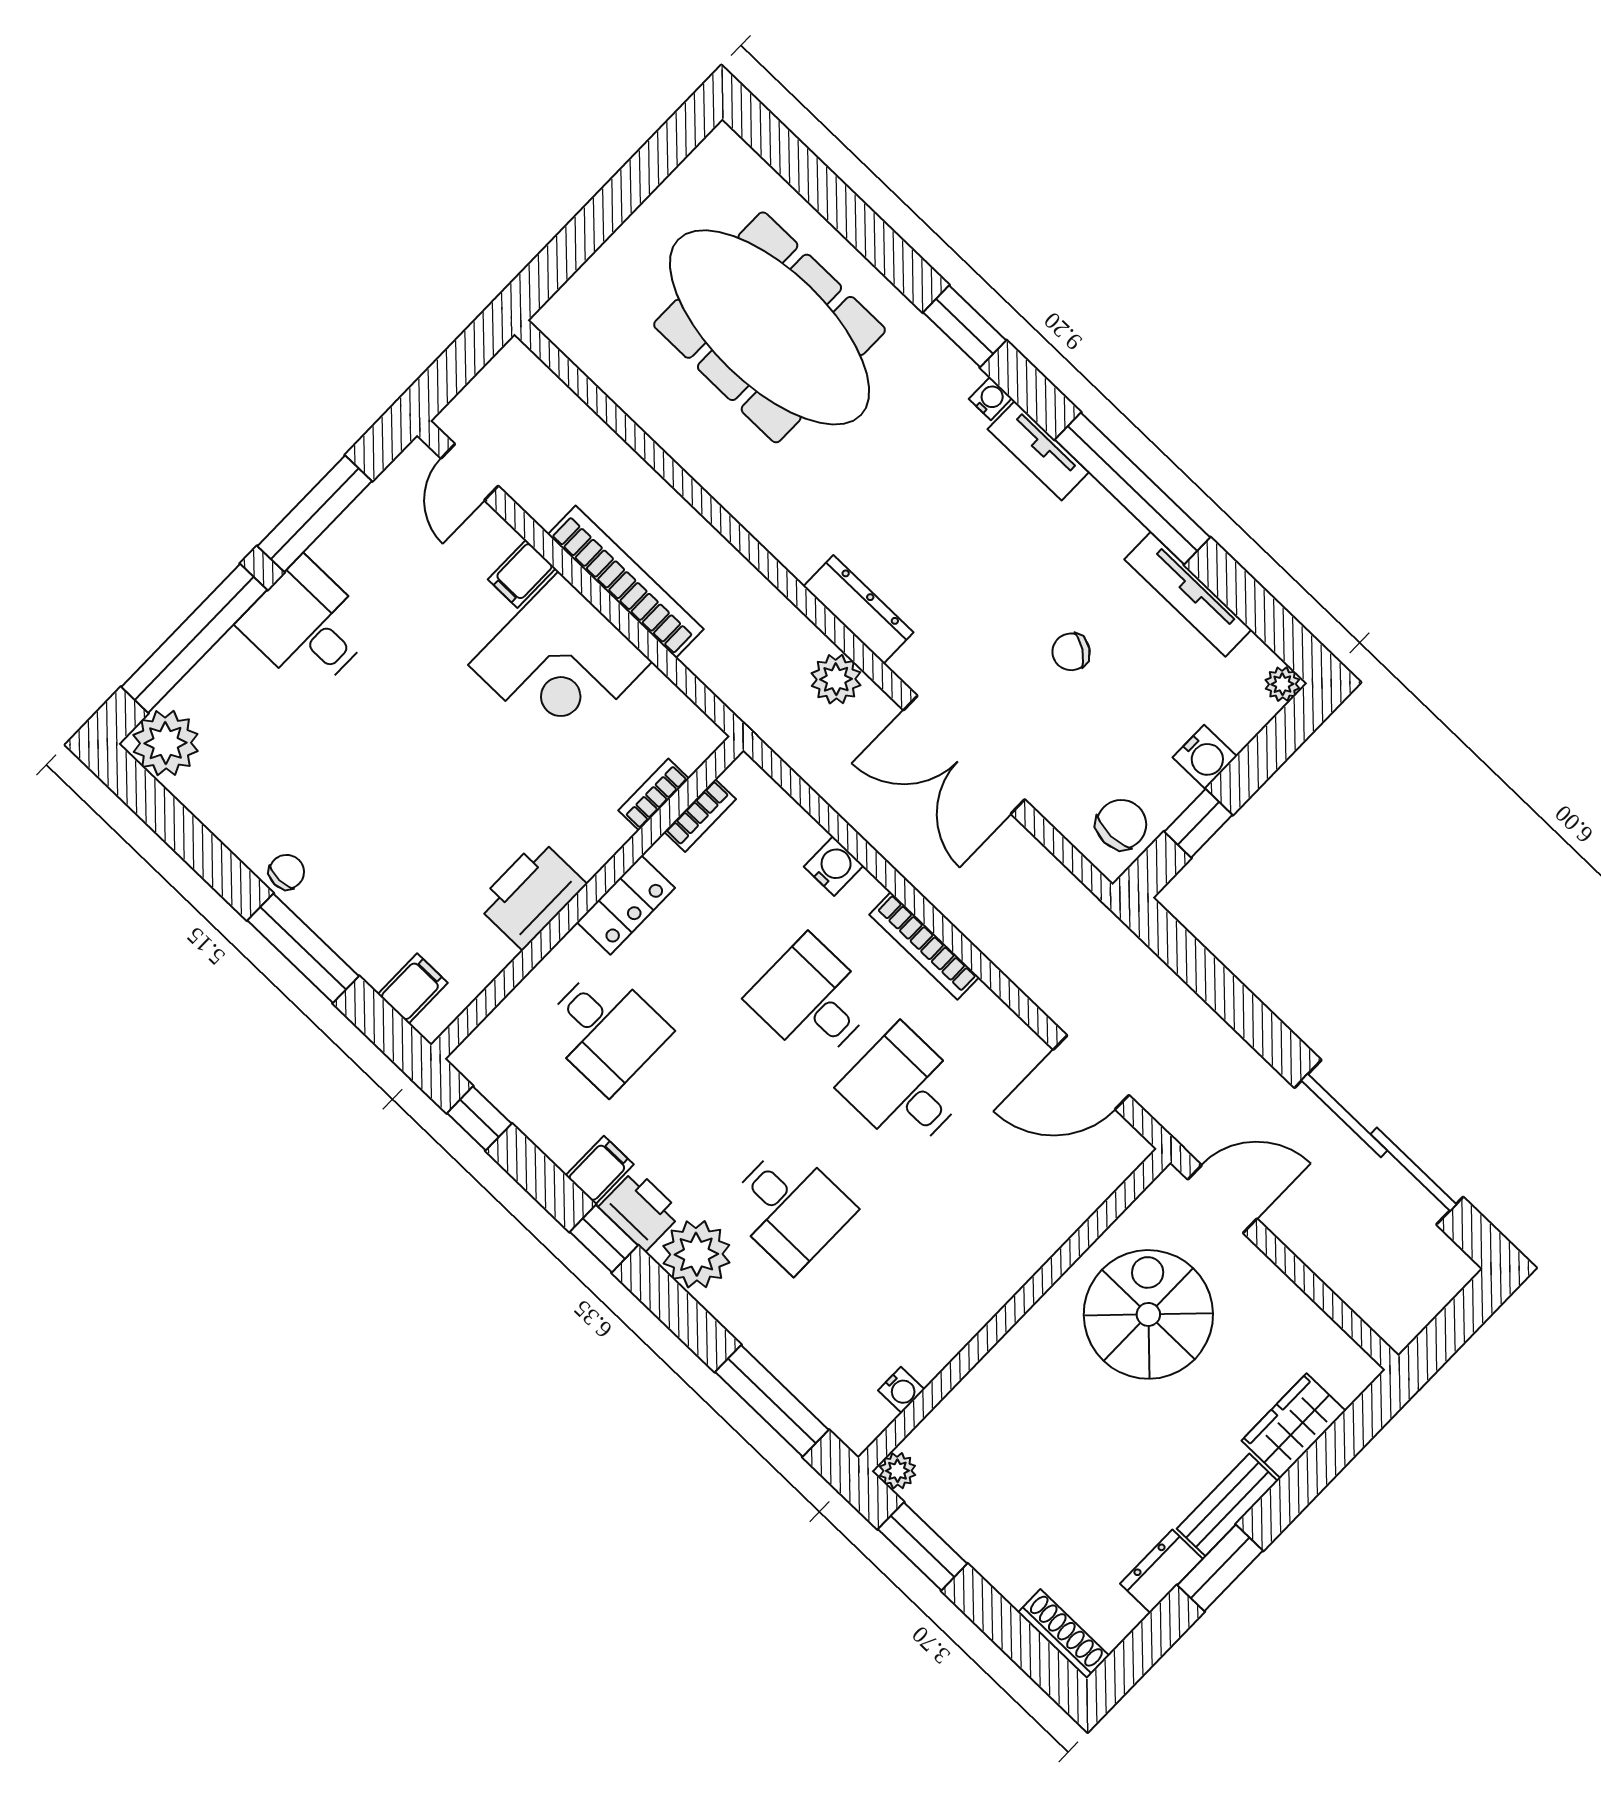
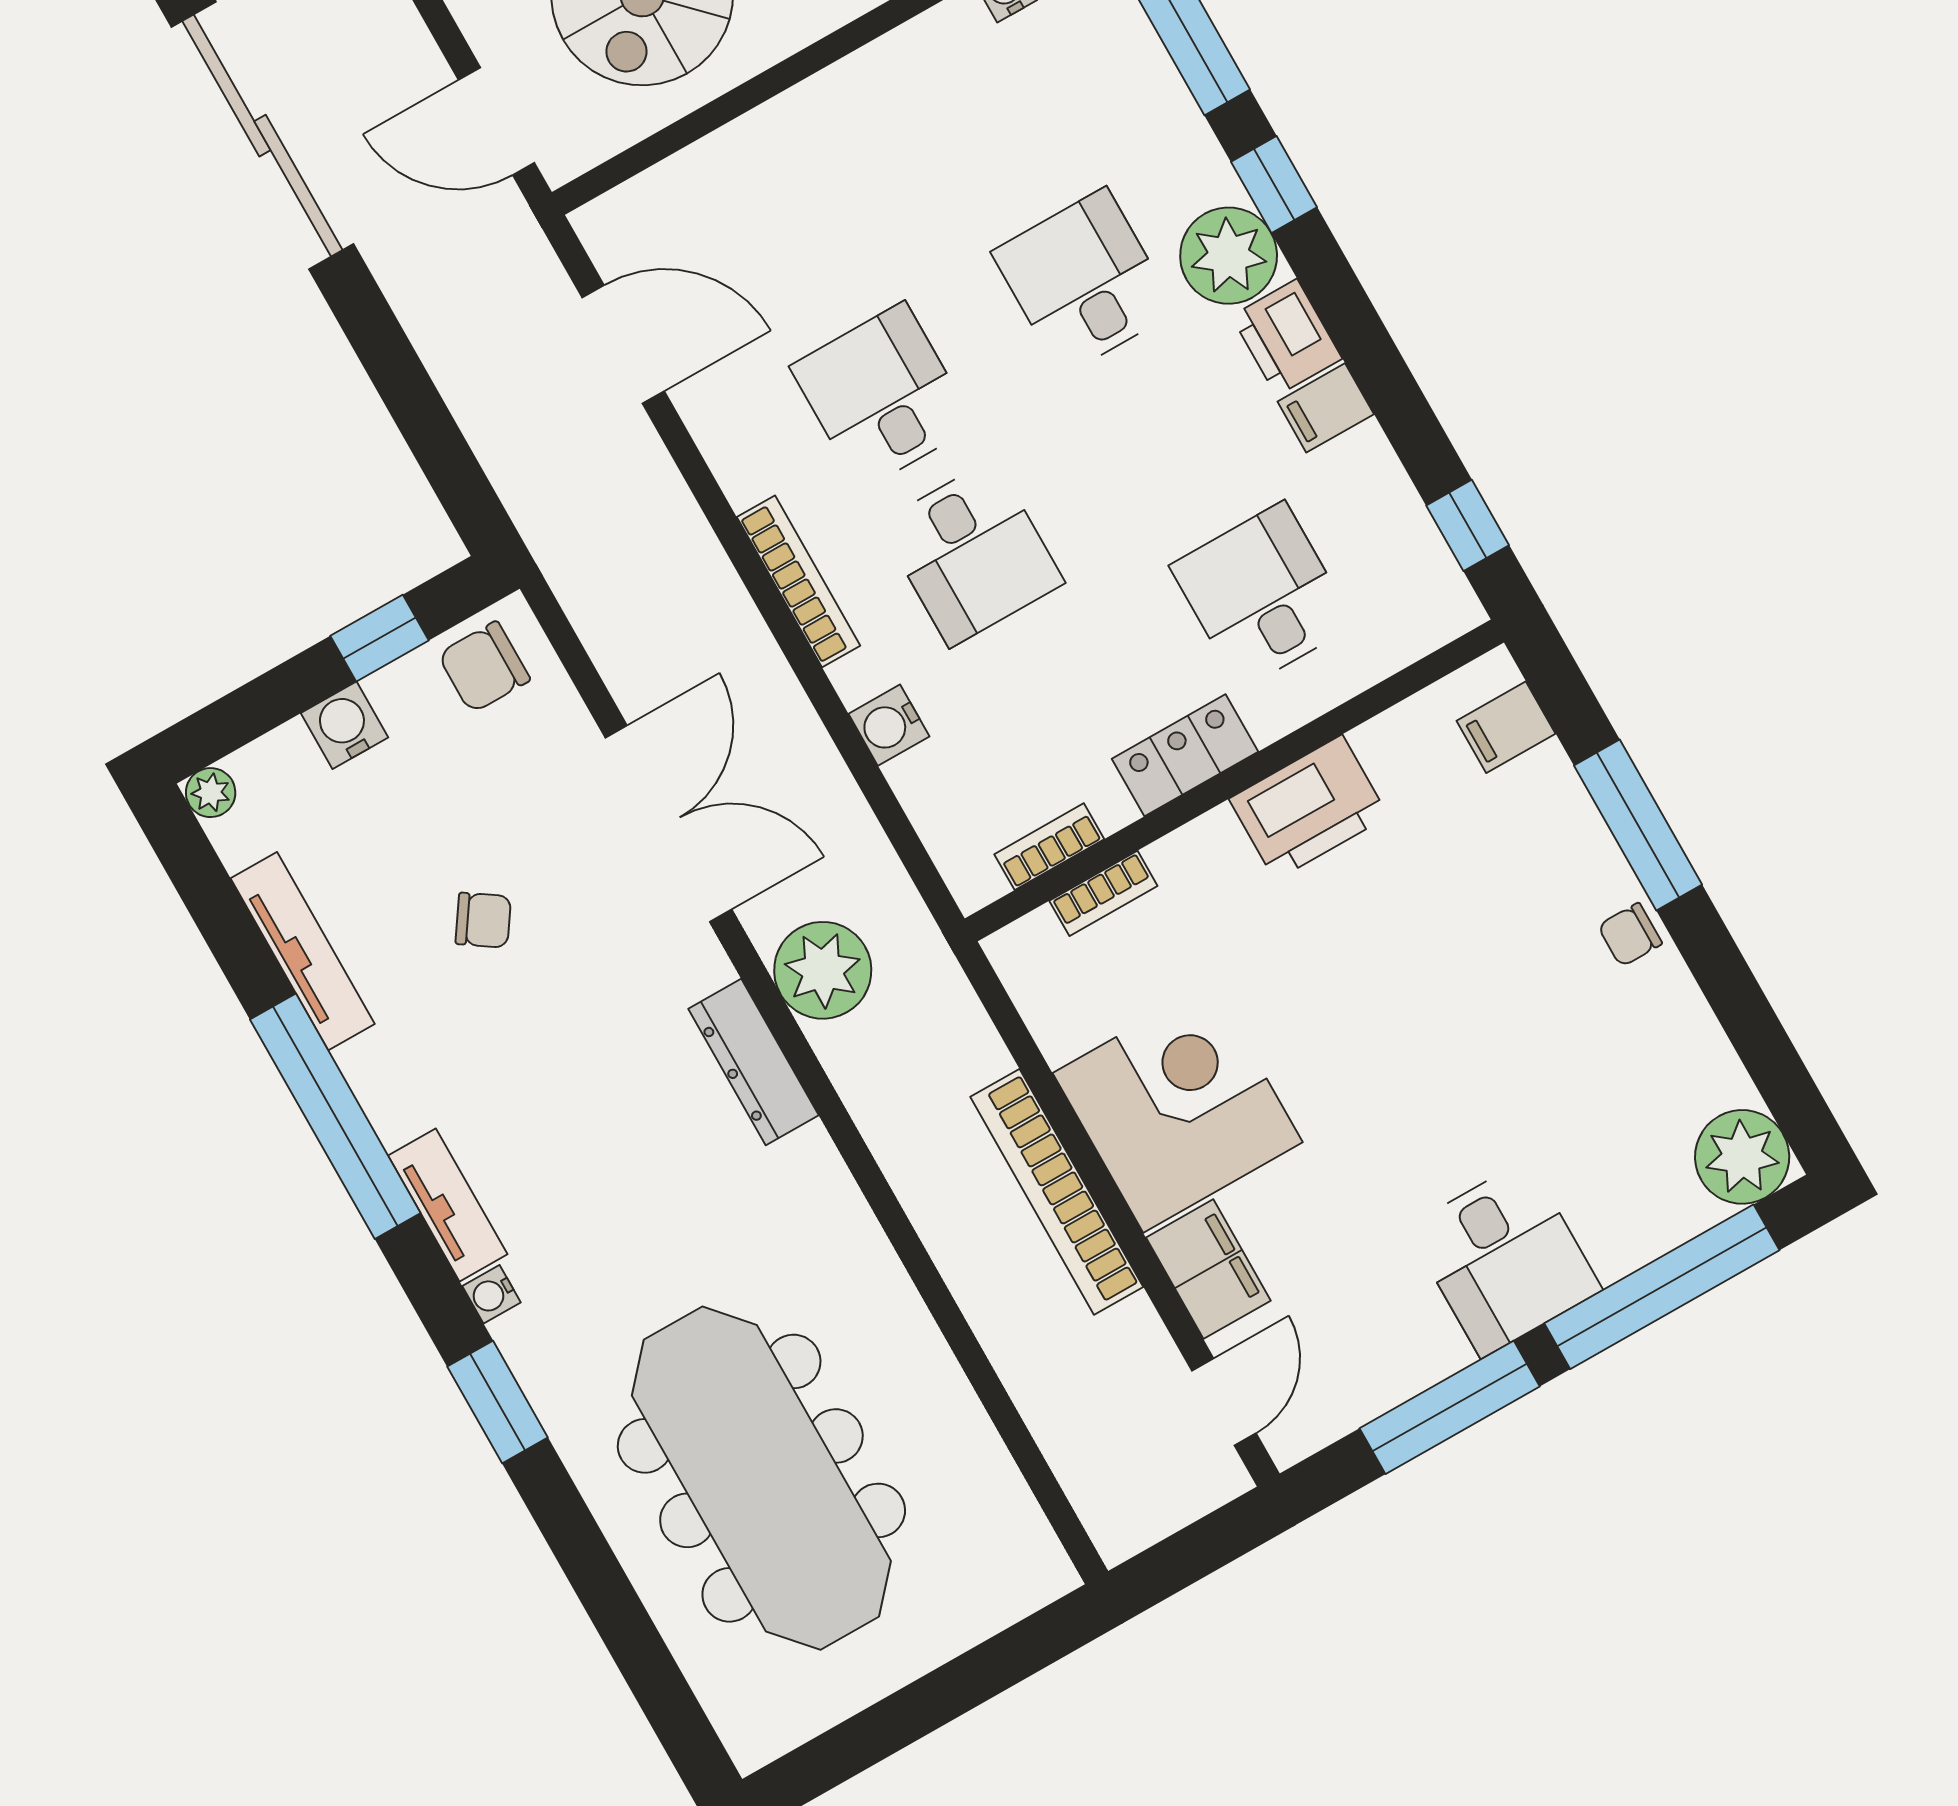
filing cabinet: (522, 574) -> (1208, 1269), width x2.00
plant: (836, 679) -> (823, 970), width x1.36, depth x1.36
desk: (904, 1089) -> (883, 396), turned 180
window: (604, 1239) -> (1274, 185), moved

